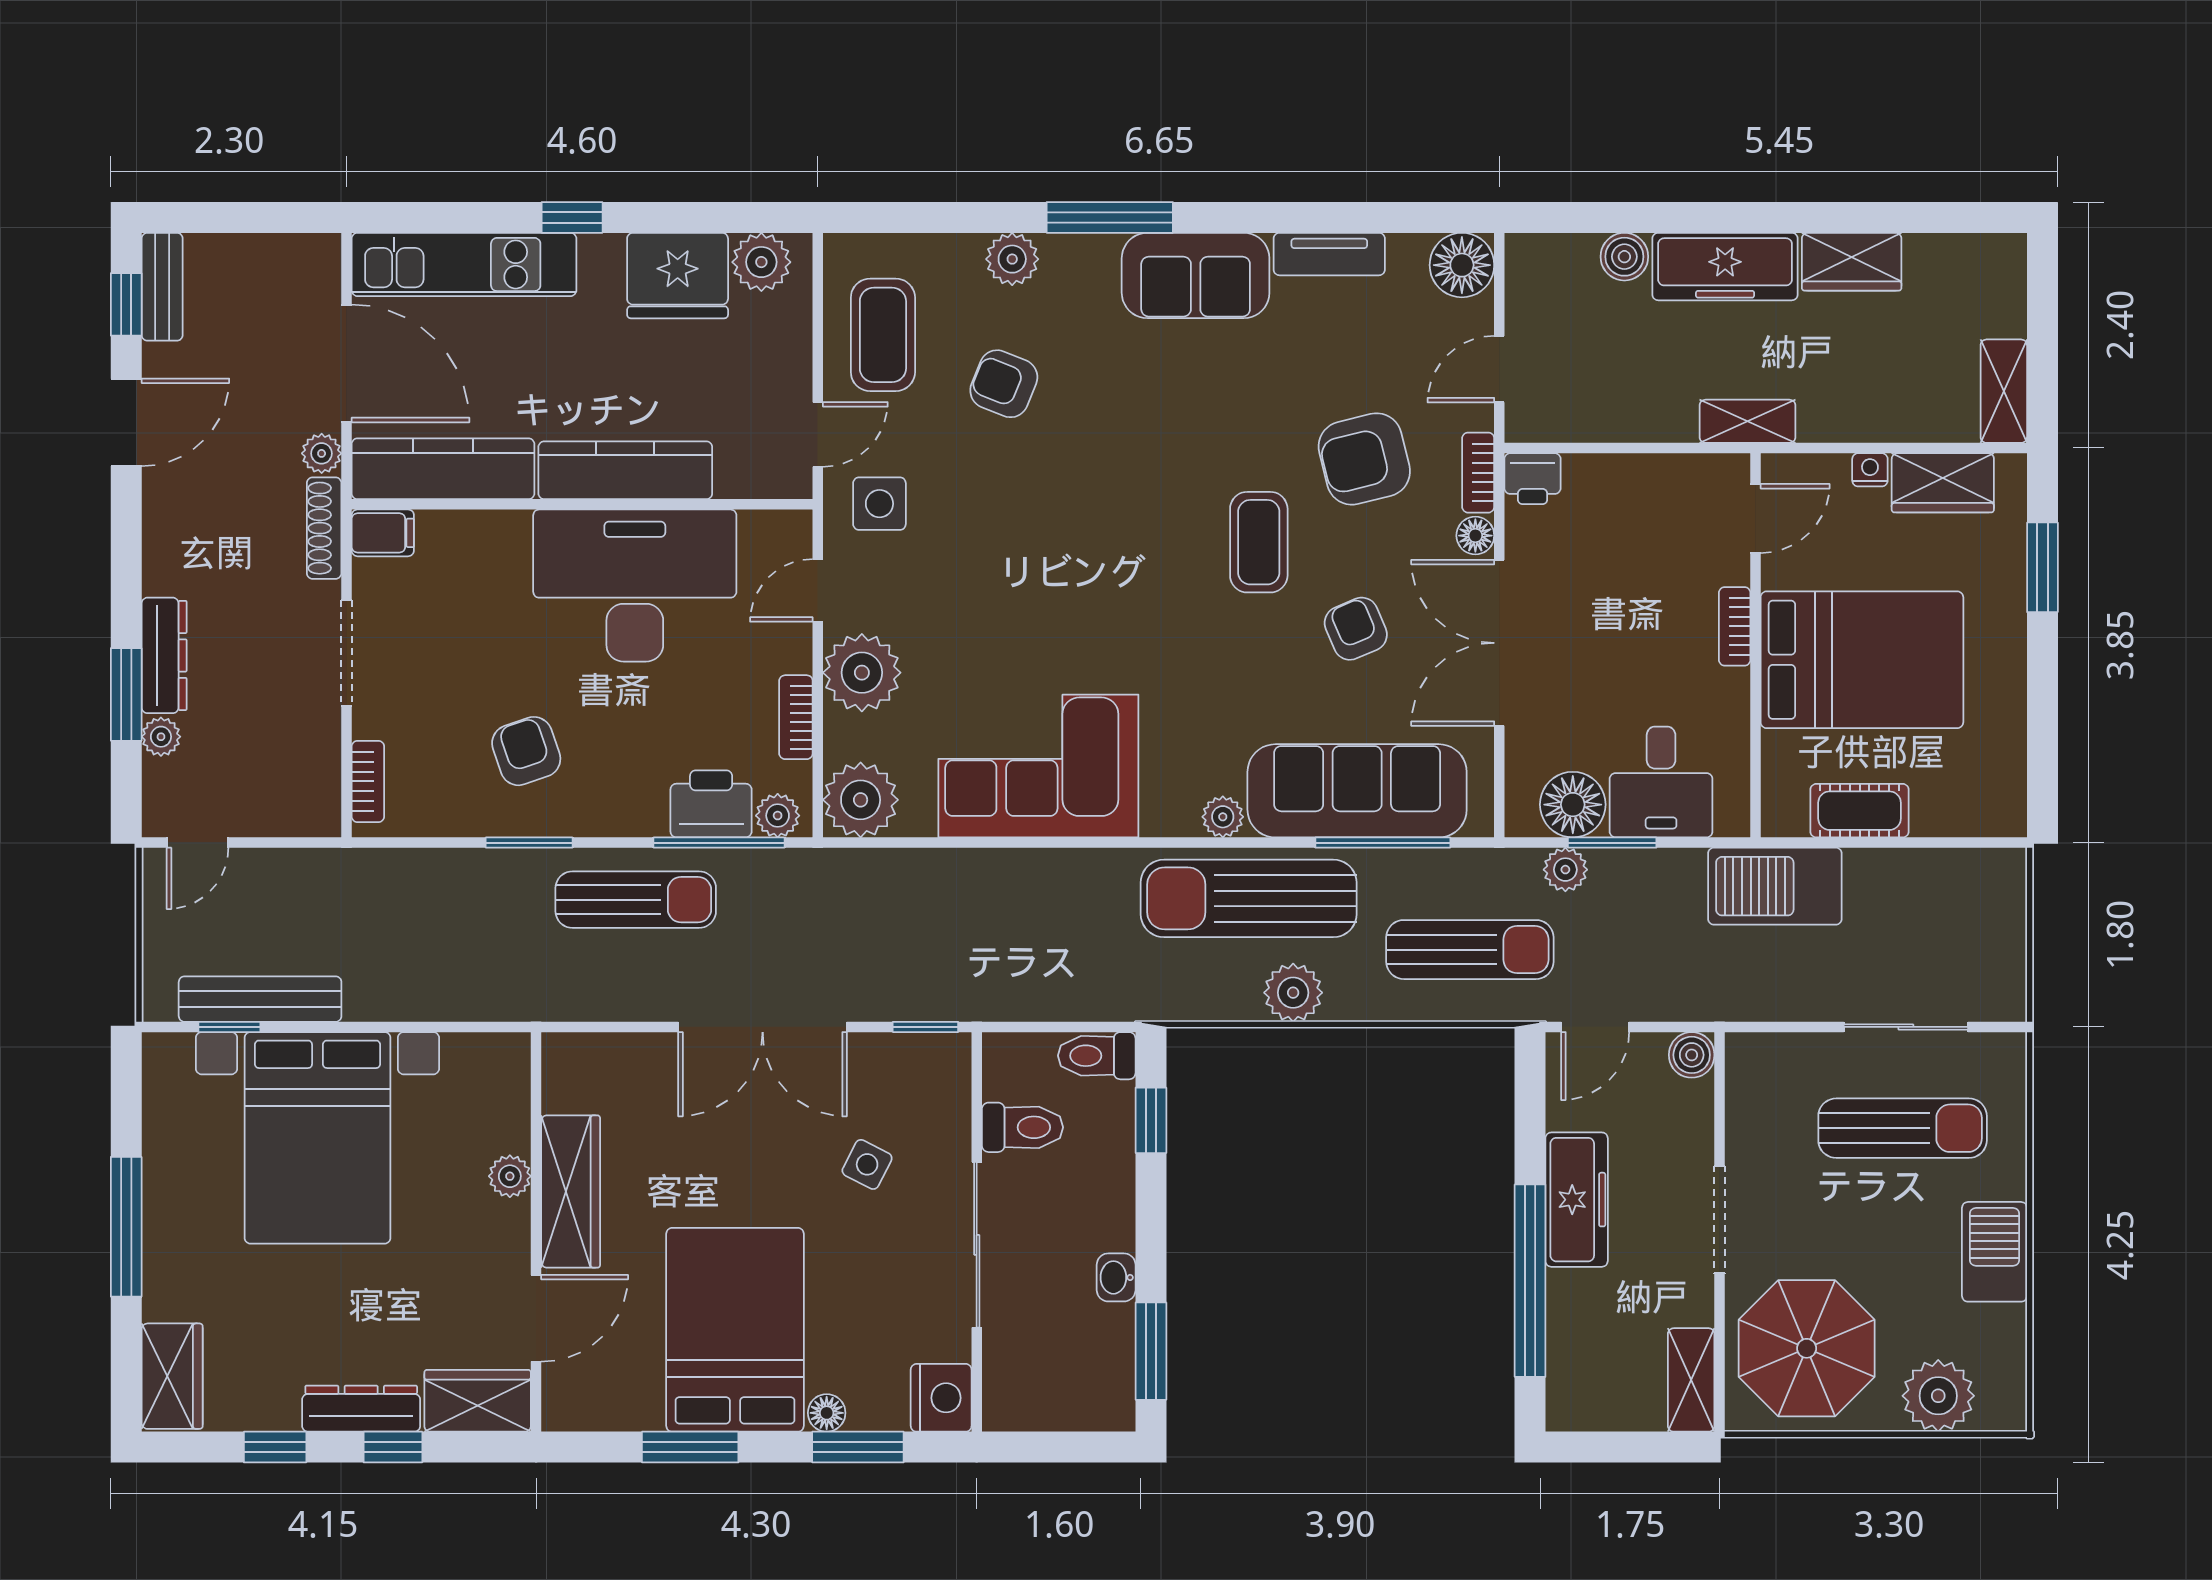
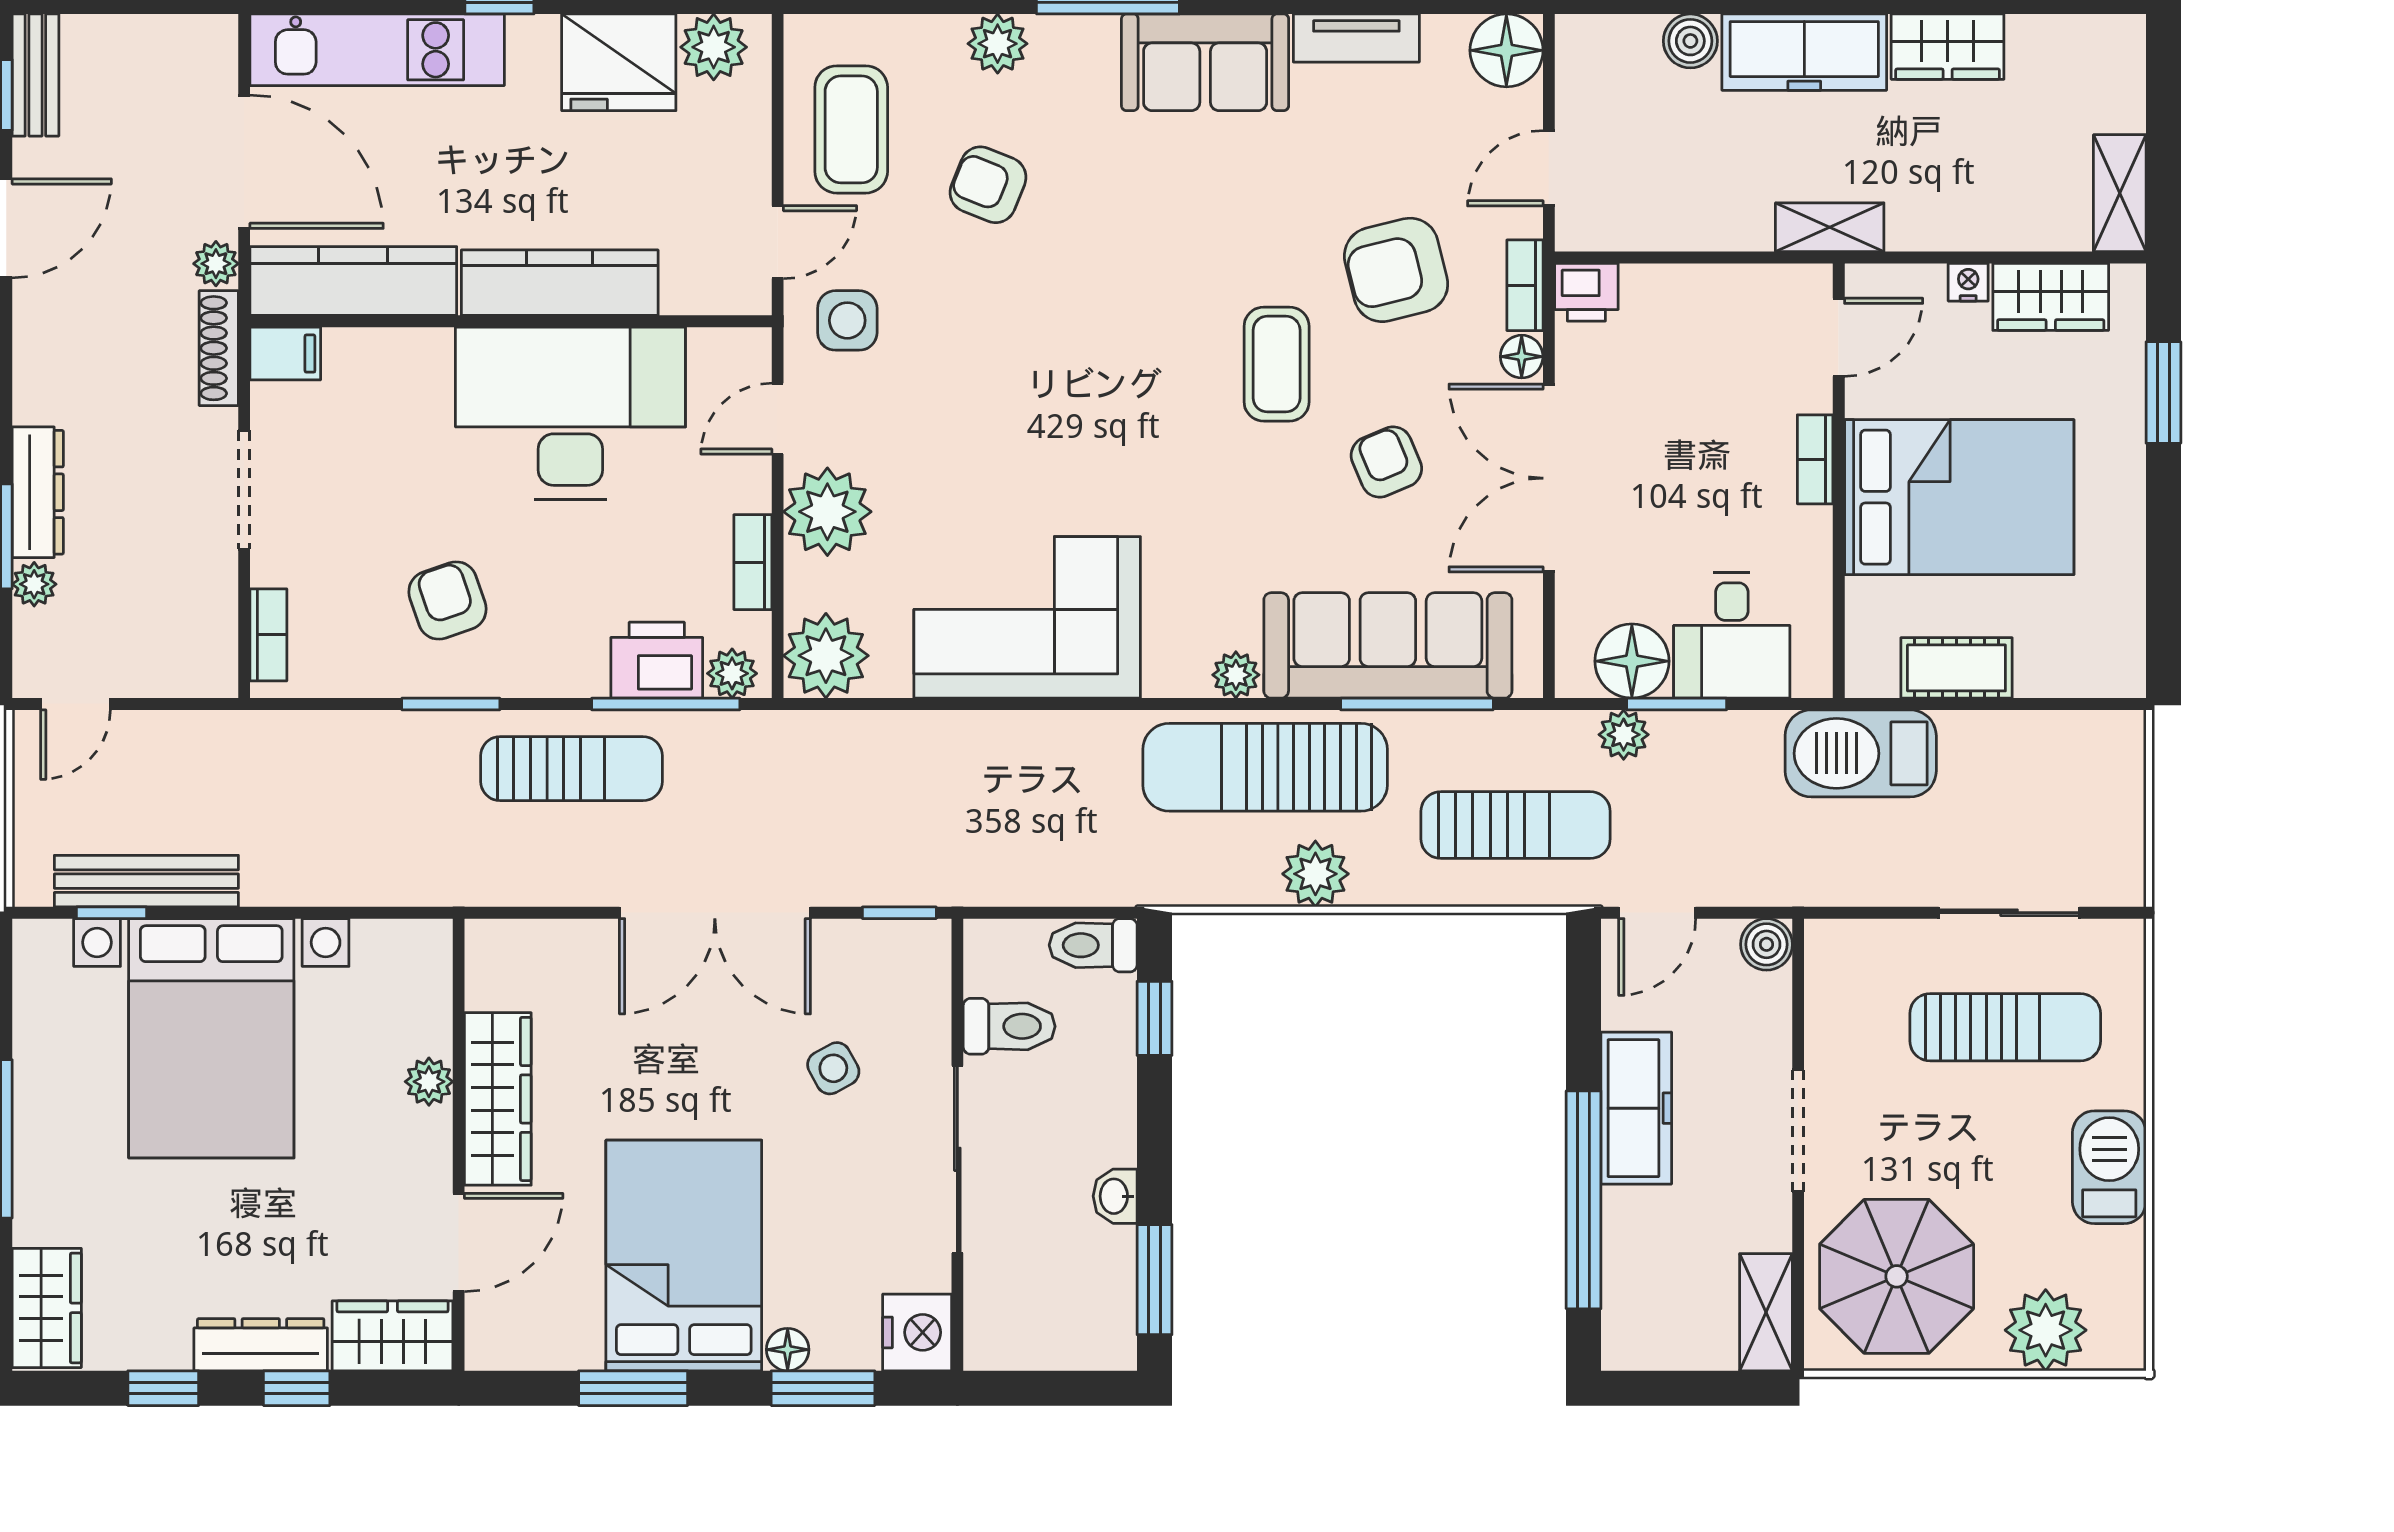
side table: (867, 1164) -> (833, 1068), turned 34

